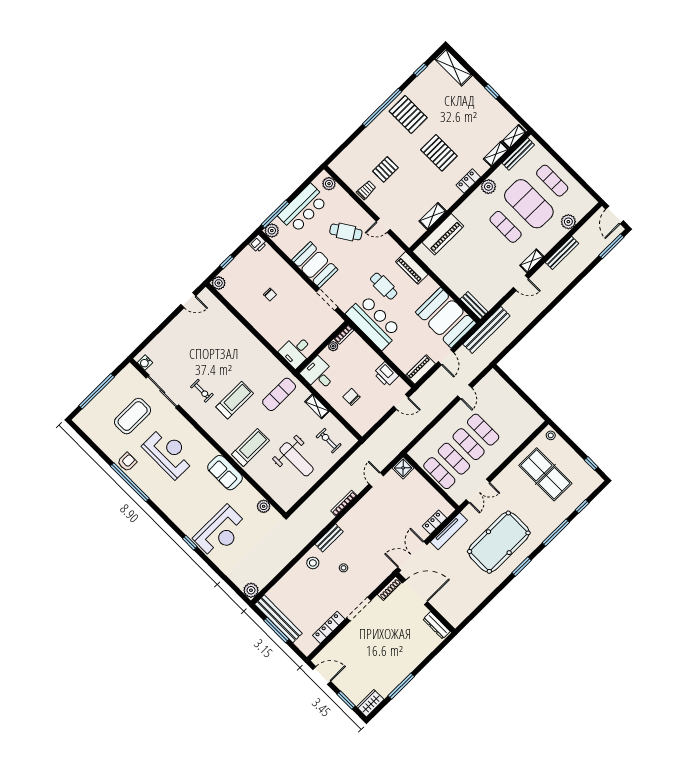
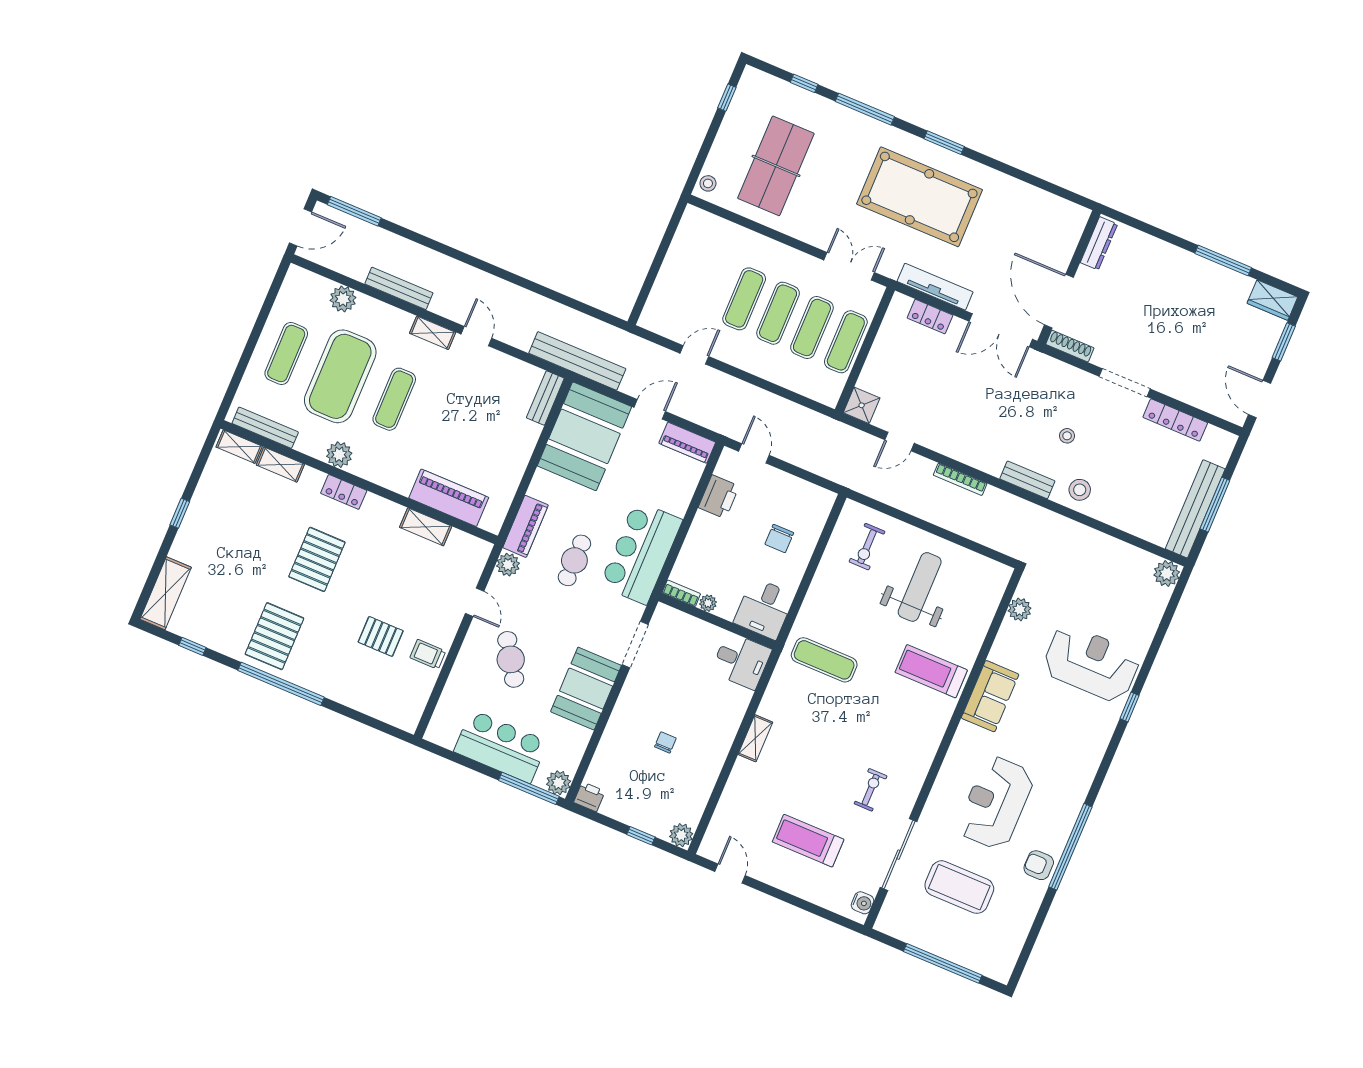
plant: (329, 184) -> (508, 565), moved
treadmill: (235, 400) -> (808, 841), moved
shelving: (317, 406) -> (755, 738), moved

